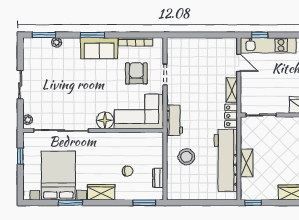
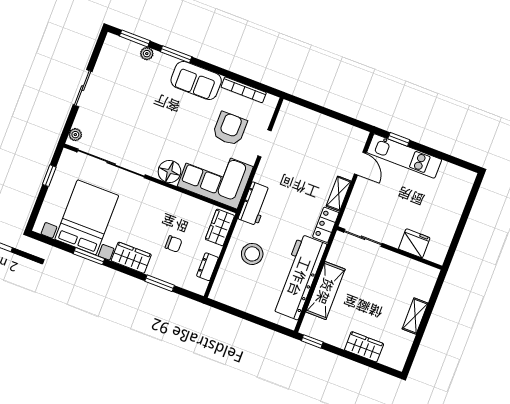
window: (93, 35) -> (176, 54), moved
wardrobe: (156, 147) -> (220, 227), added
shelving: (247, 163) -> (325, 291), width x1.50, depth x1.33
window: (144, 203) -> (160, 283), moved

